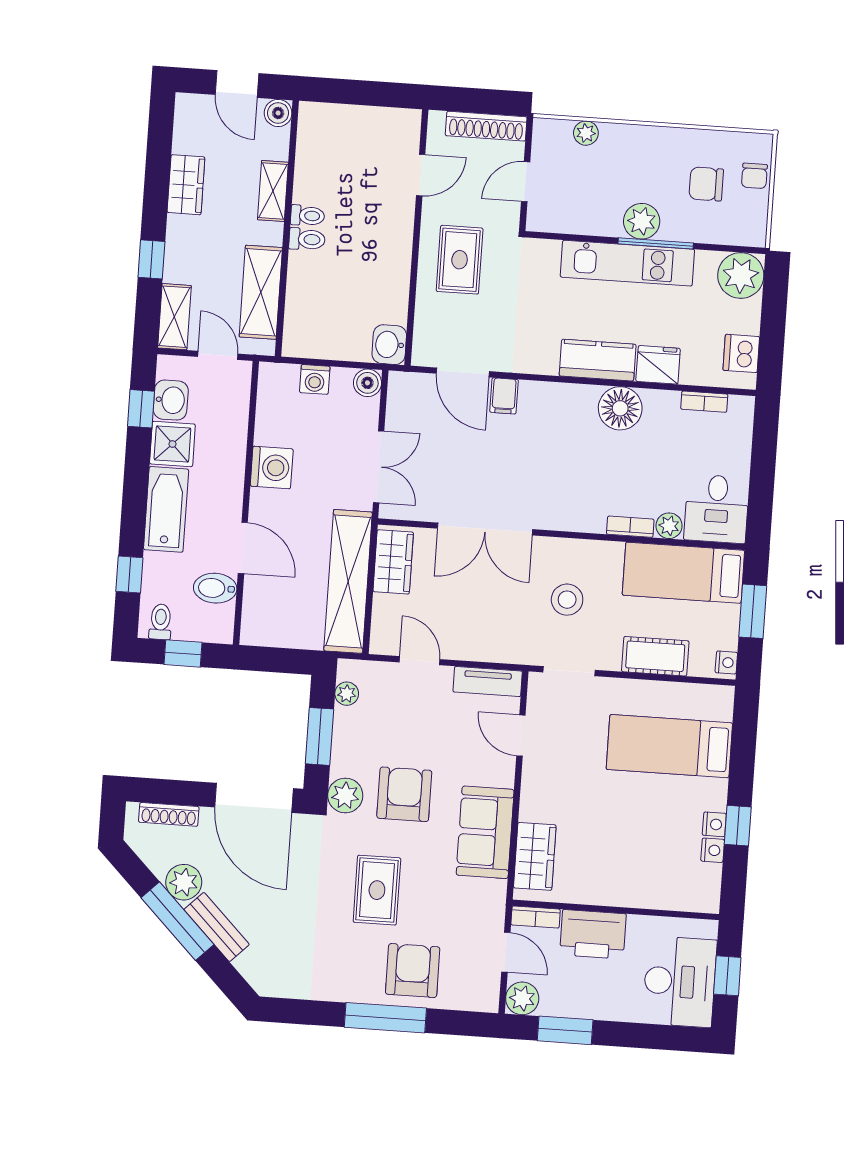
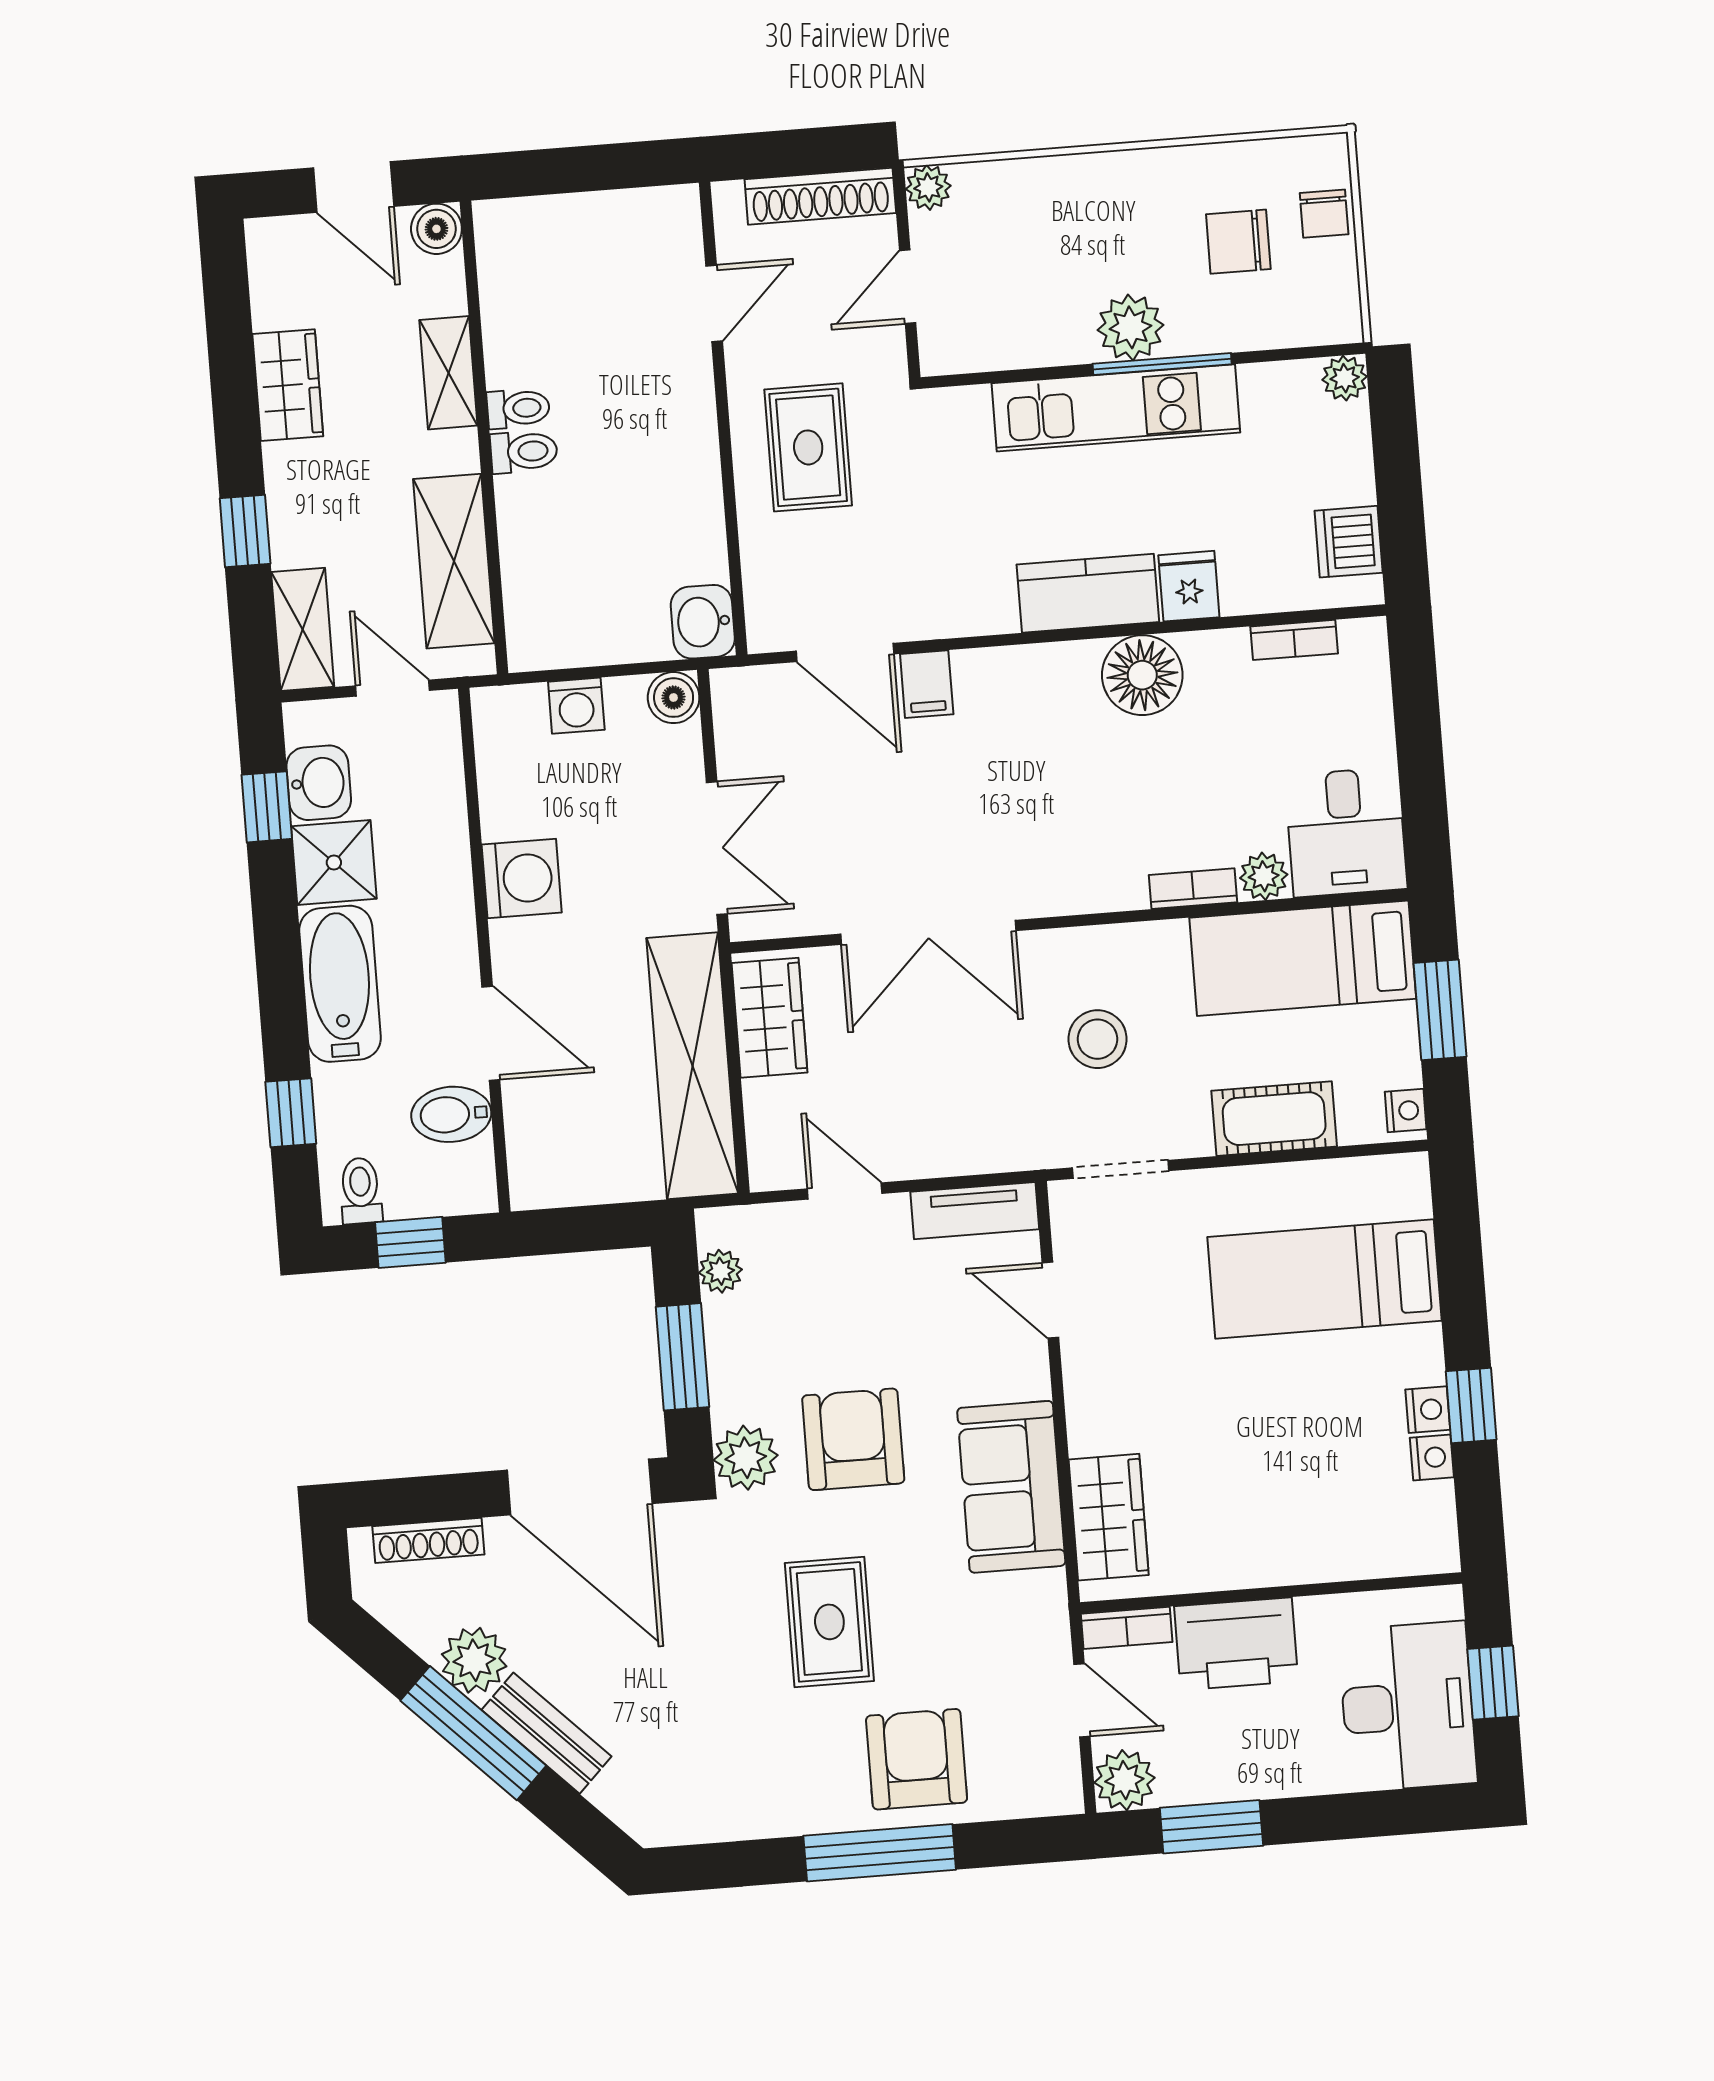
plant: (586, 133) -> (928, 187), moved
plant: (741, 275) -> (1345, 378), width x0.53, depth x0.53
fridge: (658, 365) -> (1189, 586), width x0.72

